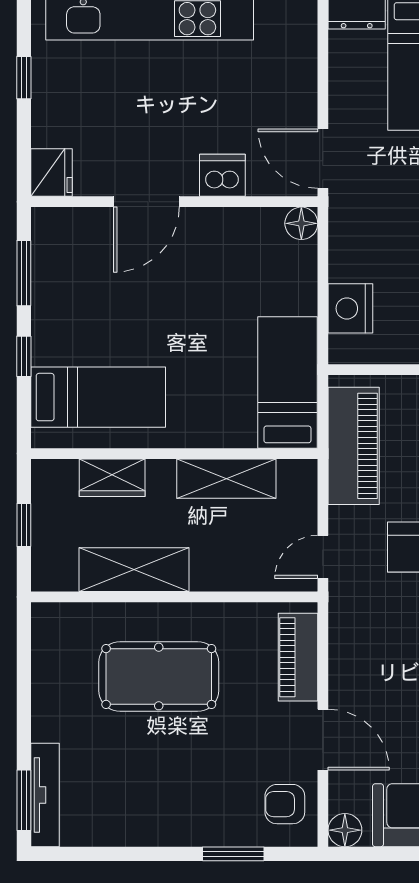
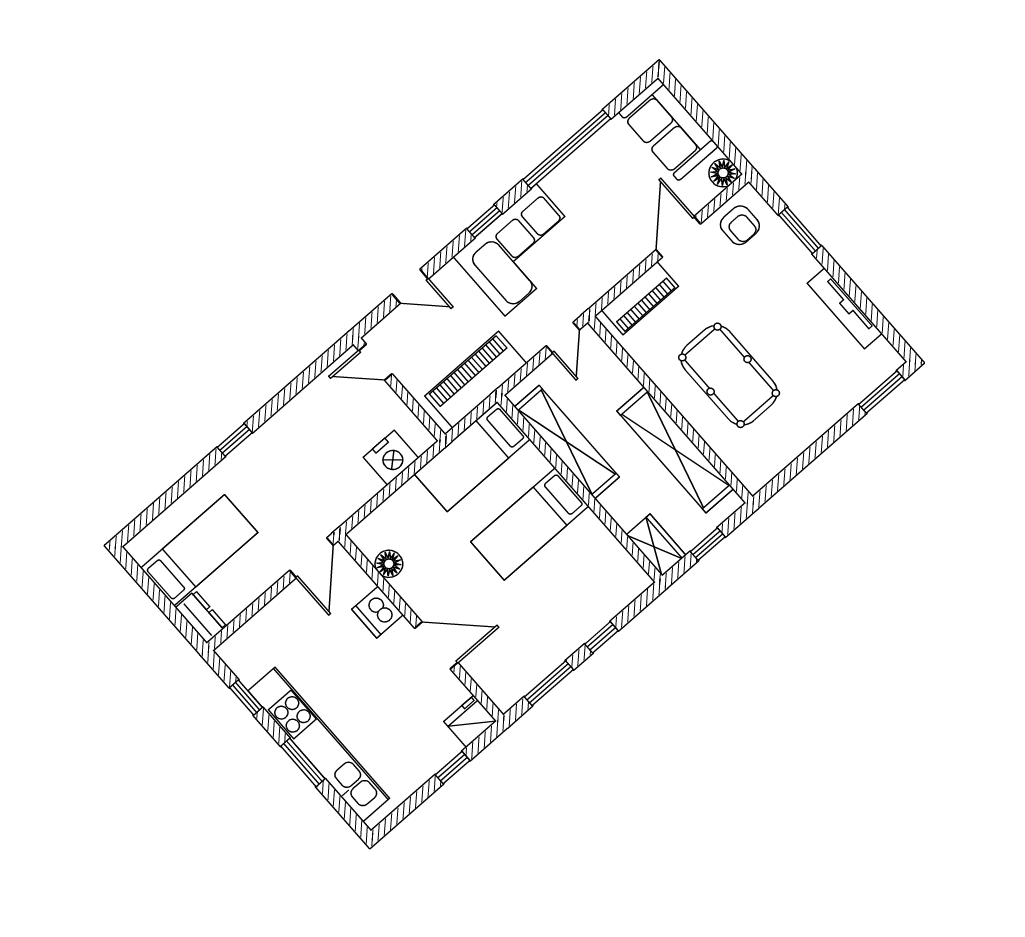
window: (24, 78) -> (453, 768), moved
floor lamp: (301, 223) -> (389, 564), moved
bed: (98, 397) -> (530, 524), moved, turned -90
wardrobe: (112, 478) -> (656, 545), moved
shelving: (226, 479) -> (567, 442), width x1.47
door: (323, 557) -> (563, 338), hinge flipped
shelving: (134, 570) -> (675, 450), width x1.47
tv unit: (45, 795) -> (845, 308), moved, turned -90

